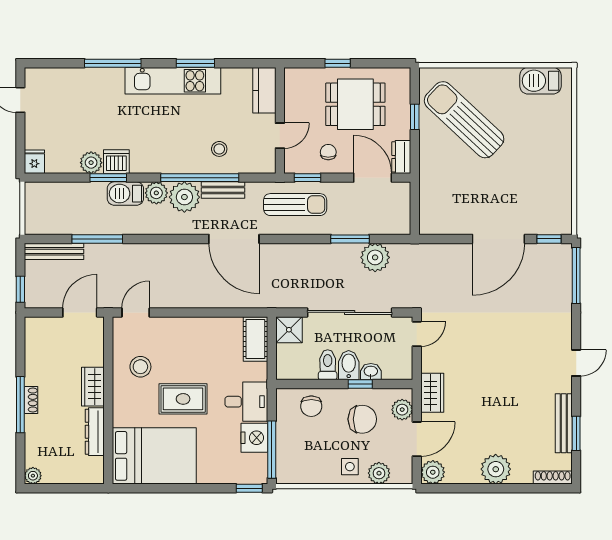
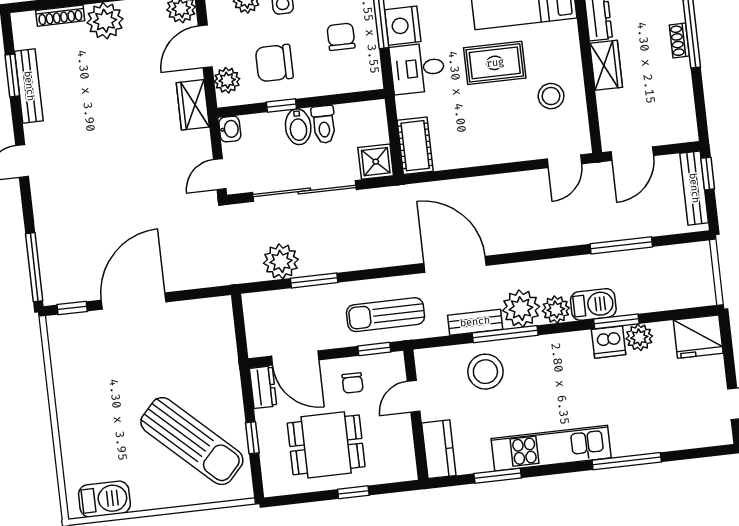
window: (195, 63) -> (498, 476), moved
stool: (219, 149) -> (485, 372), width x1.89, depth x1.89
fridge: (34, 162) -> (698, 337), width x1.88, depth x1.34
window: (200, 178) -> (505, 334), width x0.68
bench: (54, 251) -> (694, 188), moved, turned 90
washbasin: (371, 372) -> (230, 129), moved, turned -90
chair: (311, 406) -> (341, 37), moved
shoe rack: (553, 478) -> (60, 16), moved

